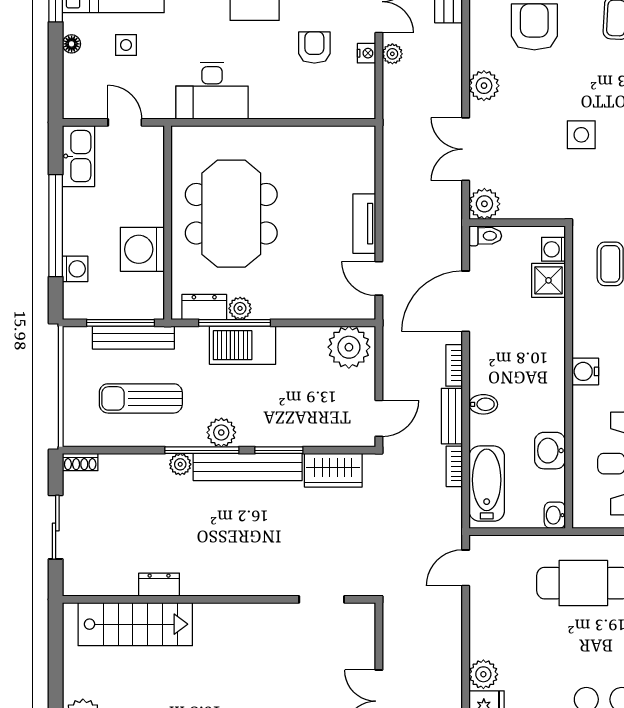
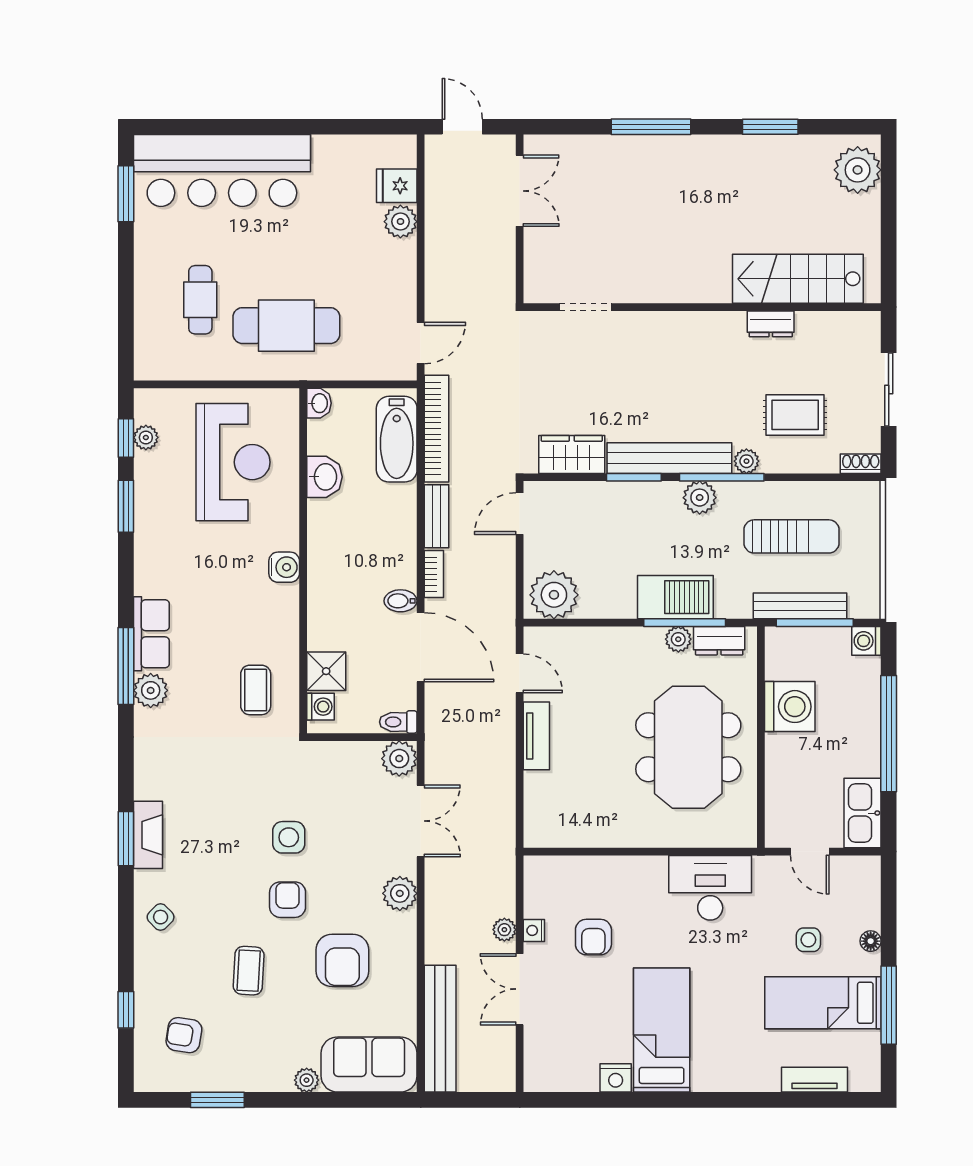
armchair: (582, 80) -> (288, 900), added
washing machine: (75, 269) -> (866, 641), moved
door: (466, 301) -> (421, 647), hinge flipped
bidet: (483, 404) -> (401, 601), moved
bookcase: (454, 466) -> (437, 429), width x2.31, depth x1.31
rug: (138, 505) -> (795, 415), added

